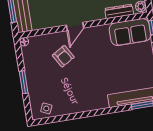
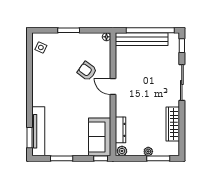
armchair: (63, 56) -> (87, 71), turned 67

